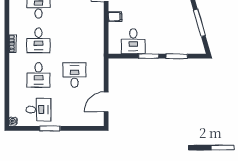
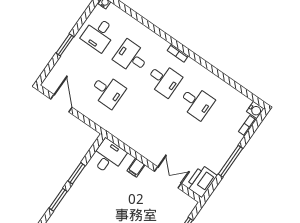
desk: (38, 40) -> (164, 80), turned 180
desk: (133, 41) -> (108, 157), moved, turned 90
window: (50, 128) -> (65, 45), moved

